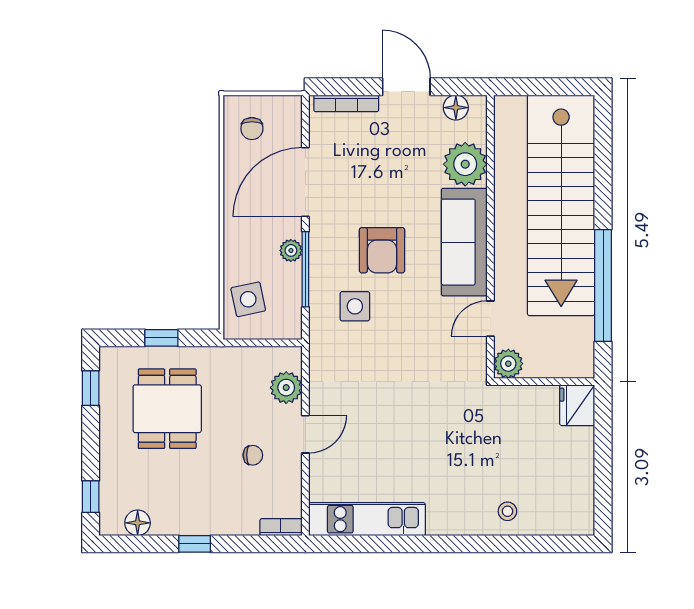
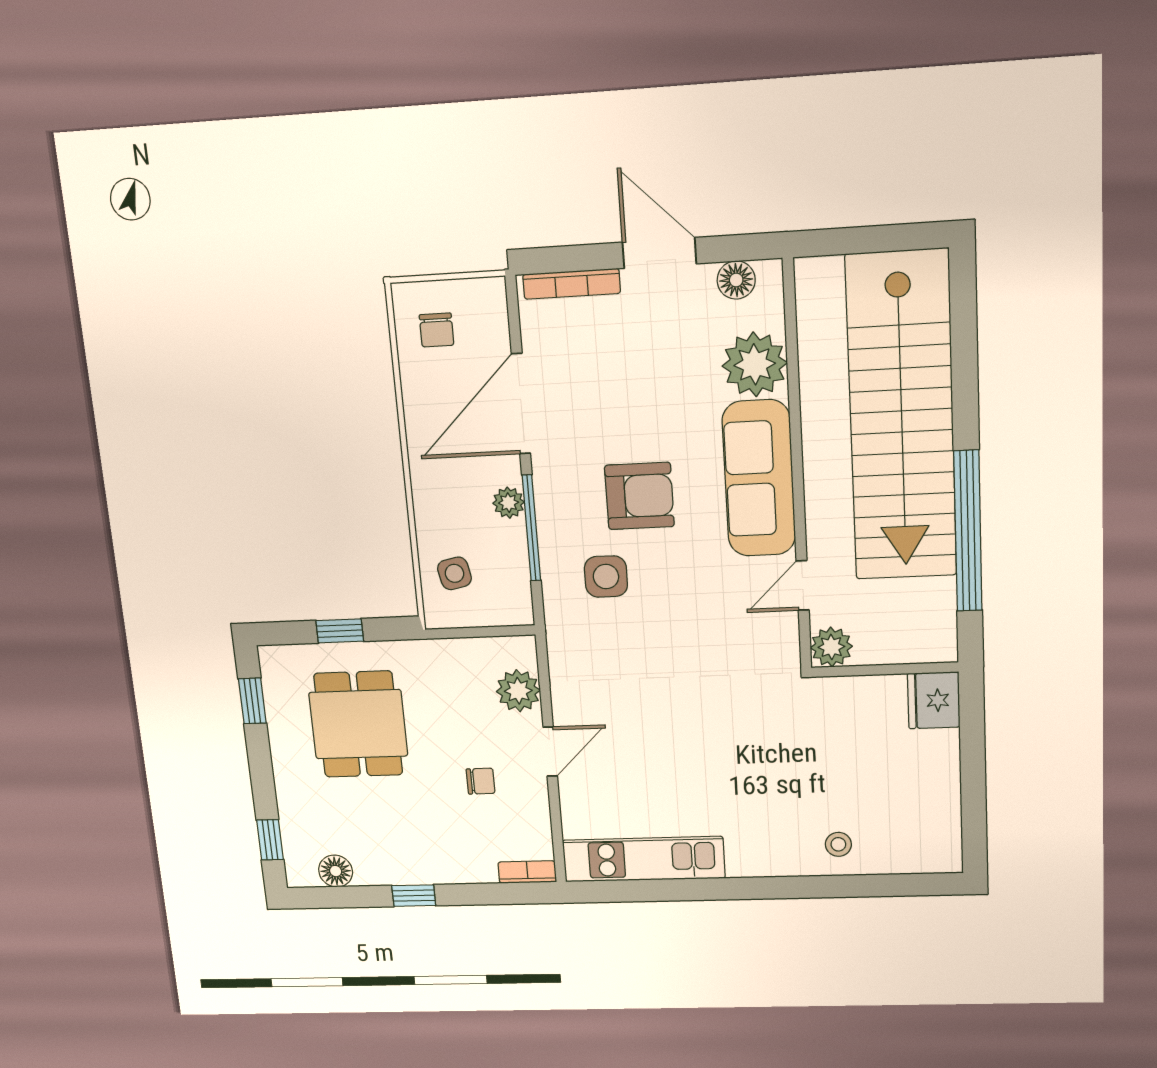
armchair: (382, 250) -> (639, 496), turned -90
side table: (248, 299) -> (454, 573), width x0.73, depth x0.73

